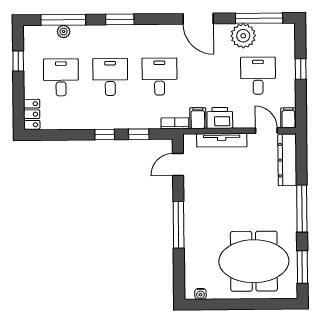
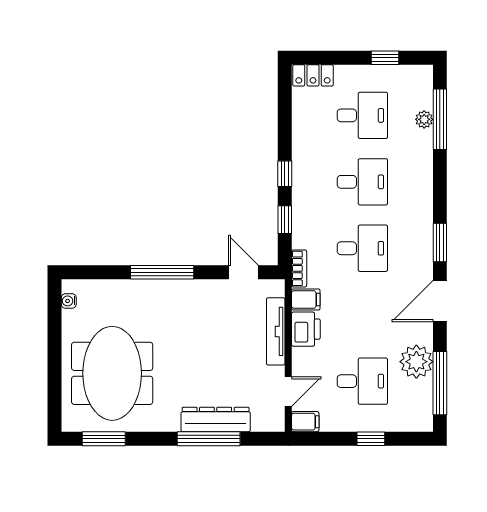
window: (120, 19) -> (440, 242), moved
dresser: (287, 160) -> (216, 420), moved
window: (302, 209) -> (209, 439), moved

